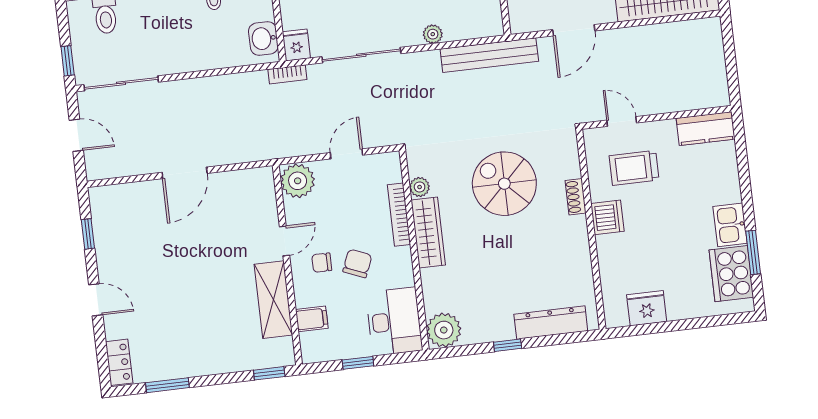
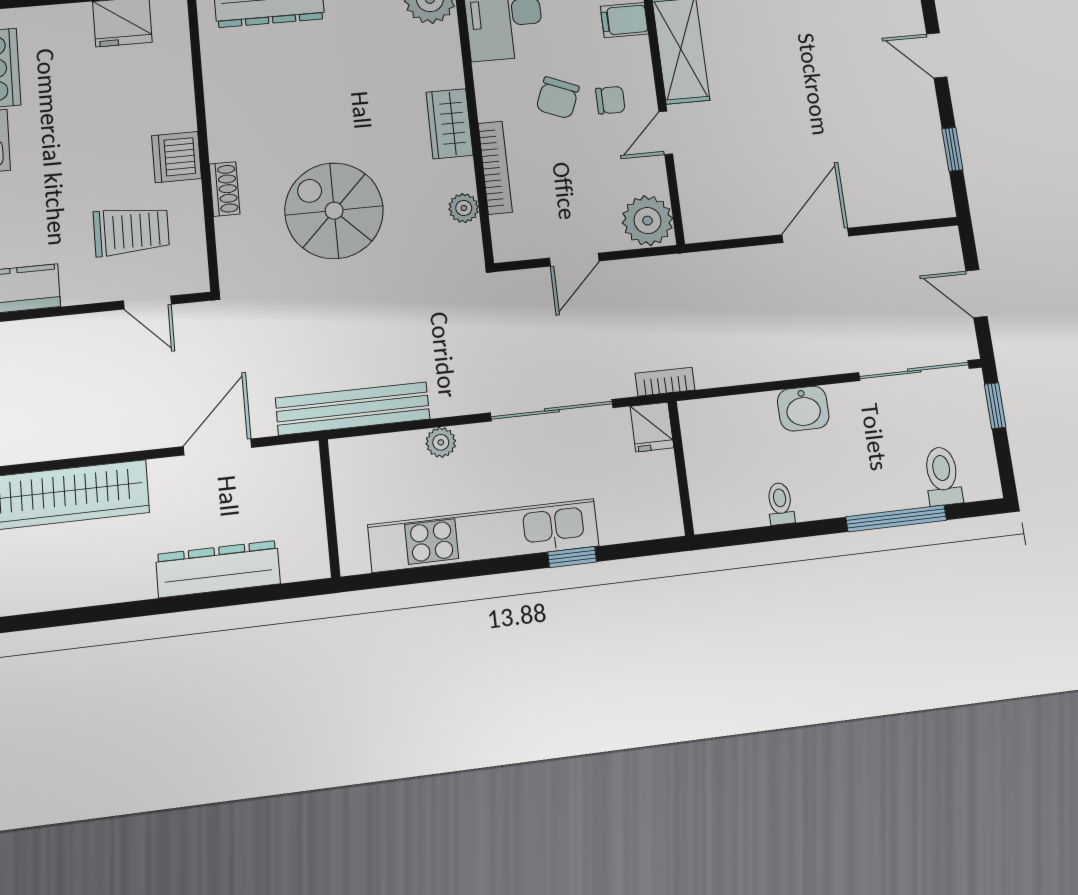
washbasin: (263, 38) -> (803, 409), moved, turned 90
spiral stairs: (504, 184) -> (334, 211), turned 180
wardrobe: (428, 233) -> (449, 124), width x0.67

